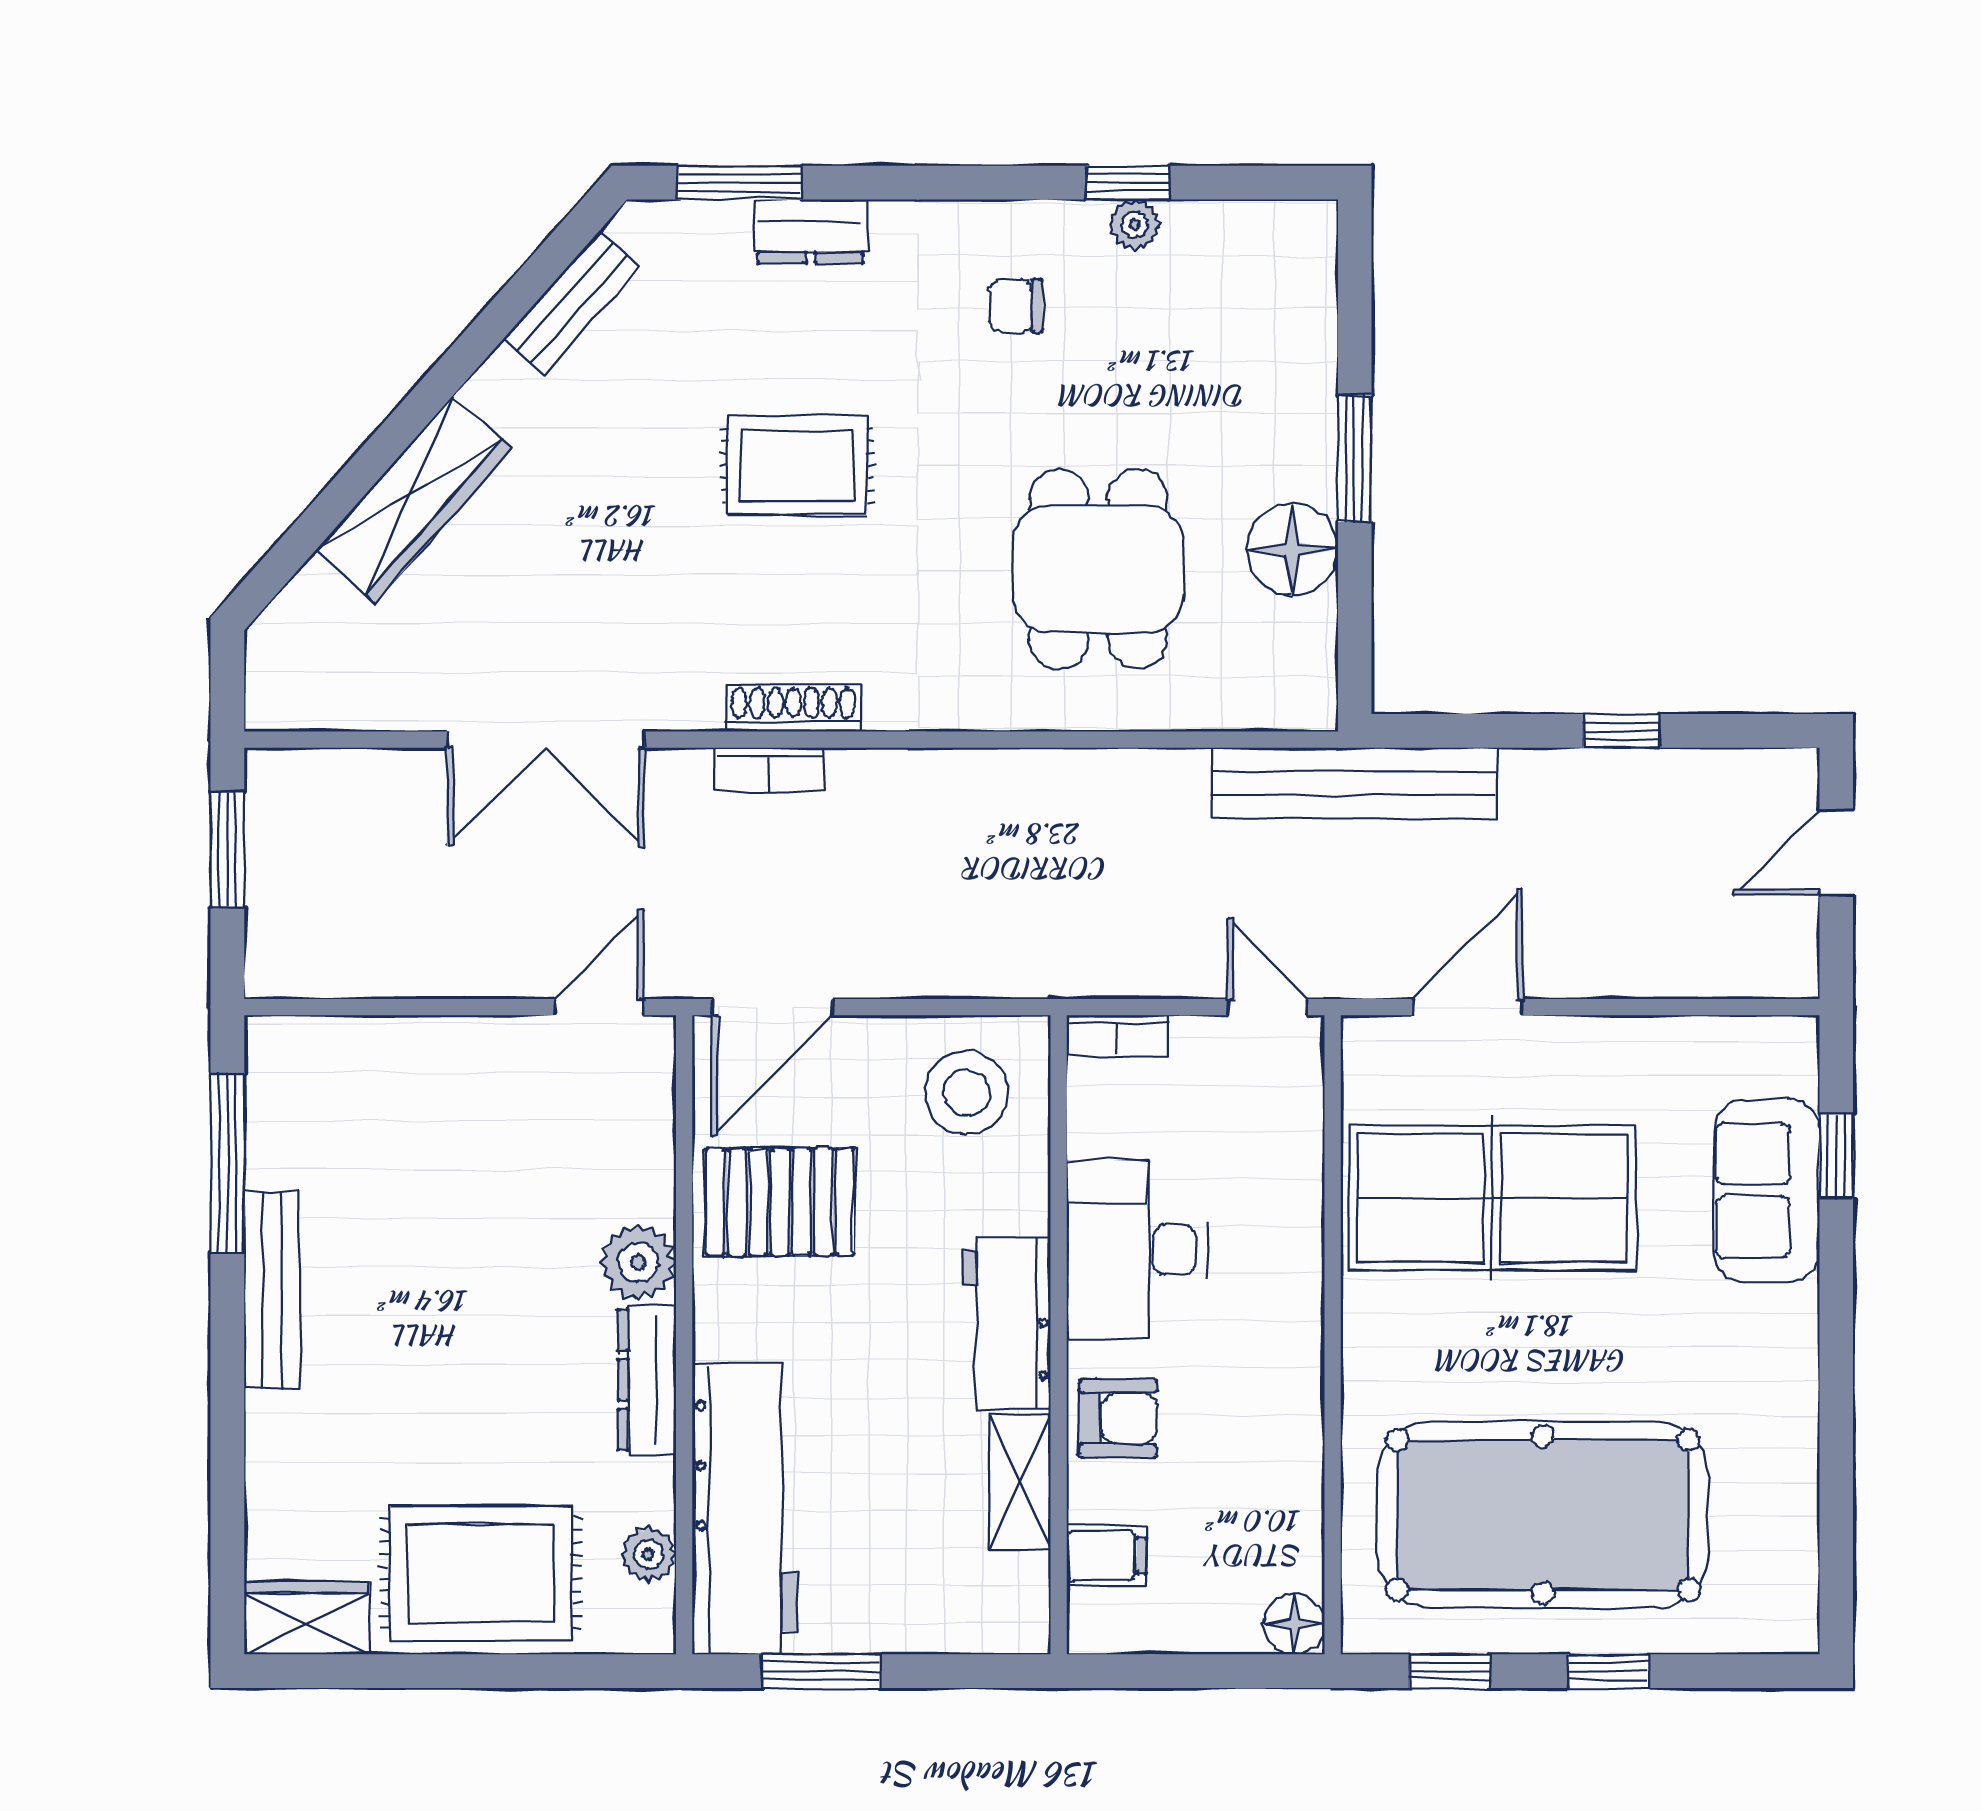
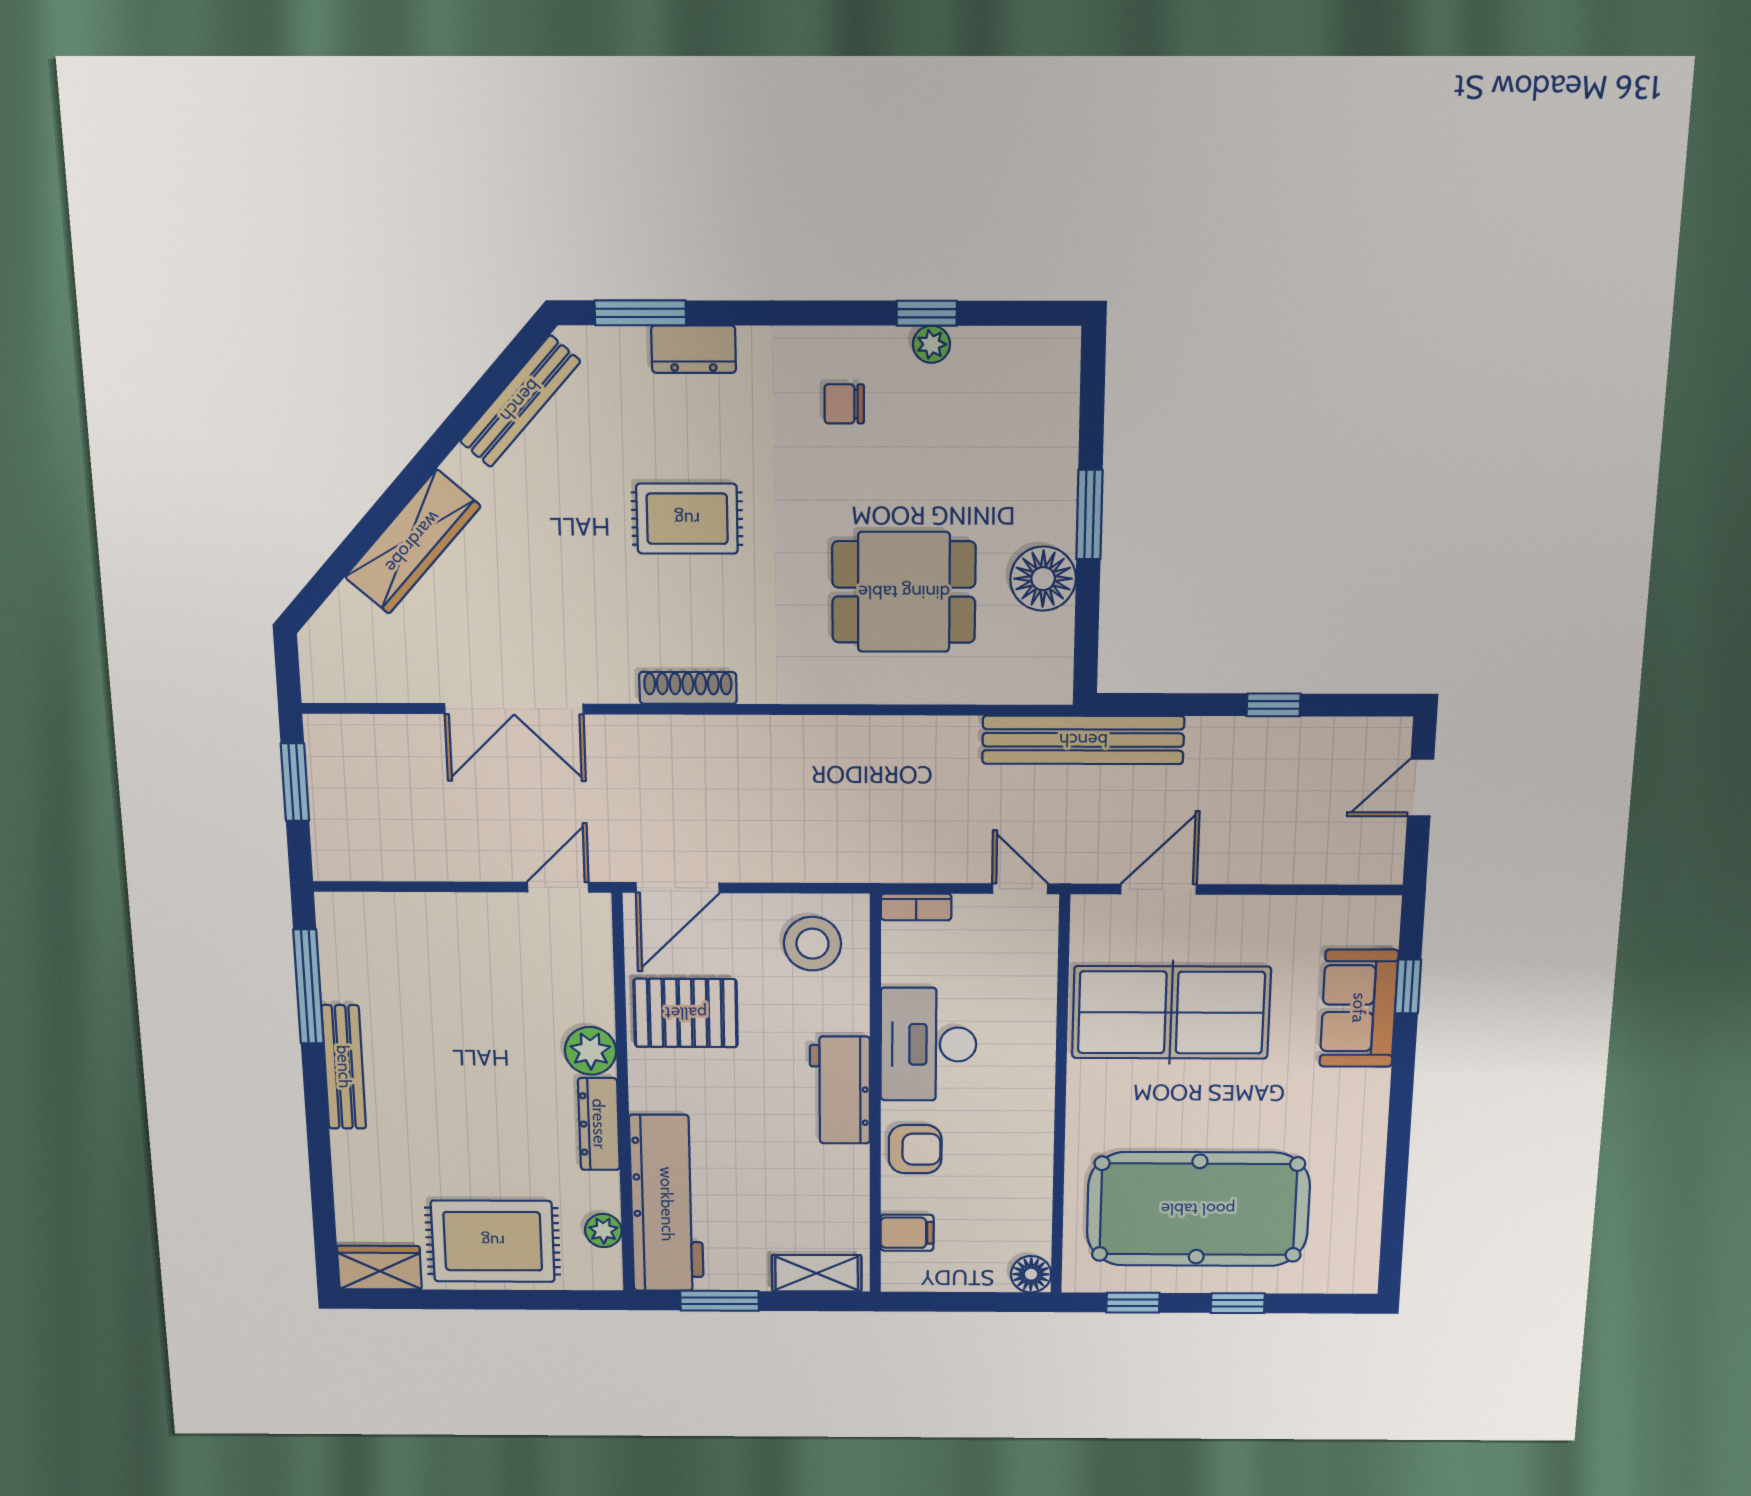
bench: (572, 303) -> (520, 401), width x1.36
dining table: (1098, 569) -> (904, 592), turned 90
bookcase: (769, 769) -> (672, 729), removed
shelving: (1020, 1482) -> (817, 1273), moved, turned 90

